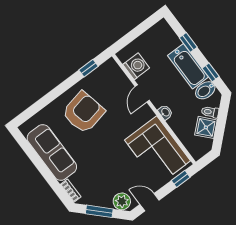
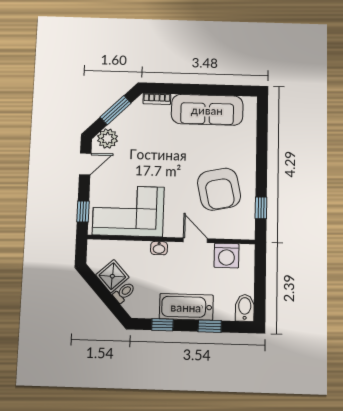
bidet: (205, 90) -> (245, 308), moved
armchair: (83, 112) -> (219, 189), moved

